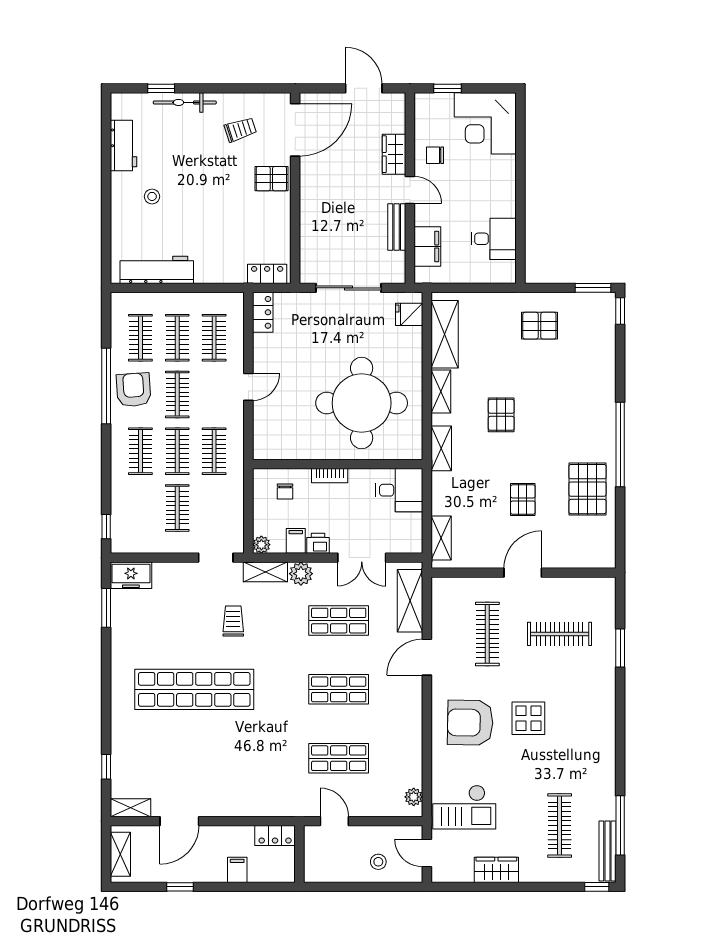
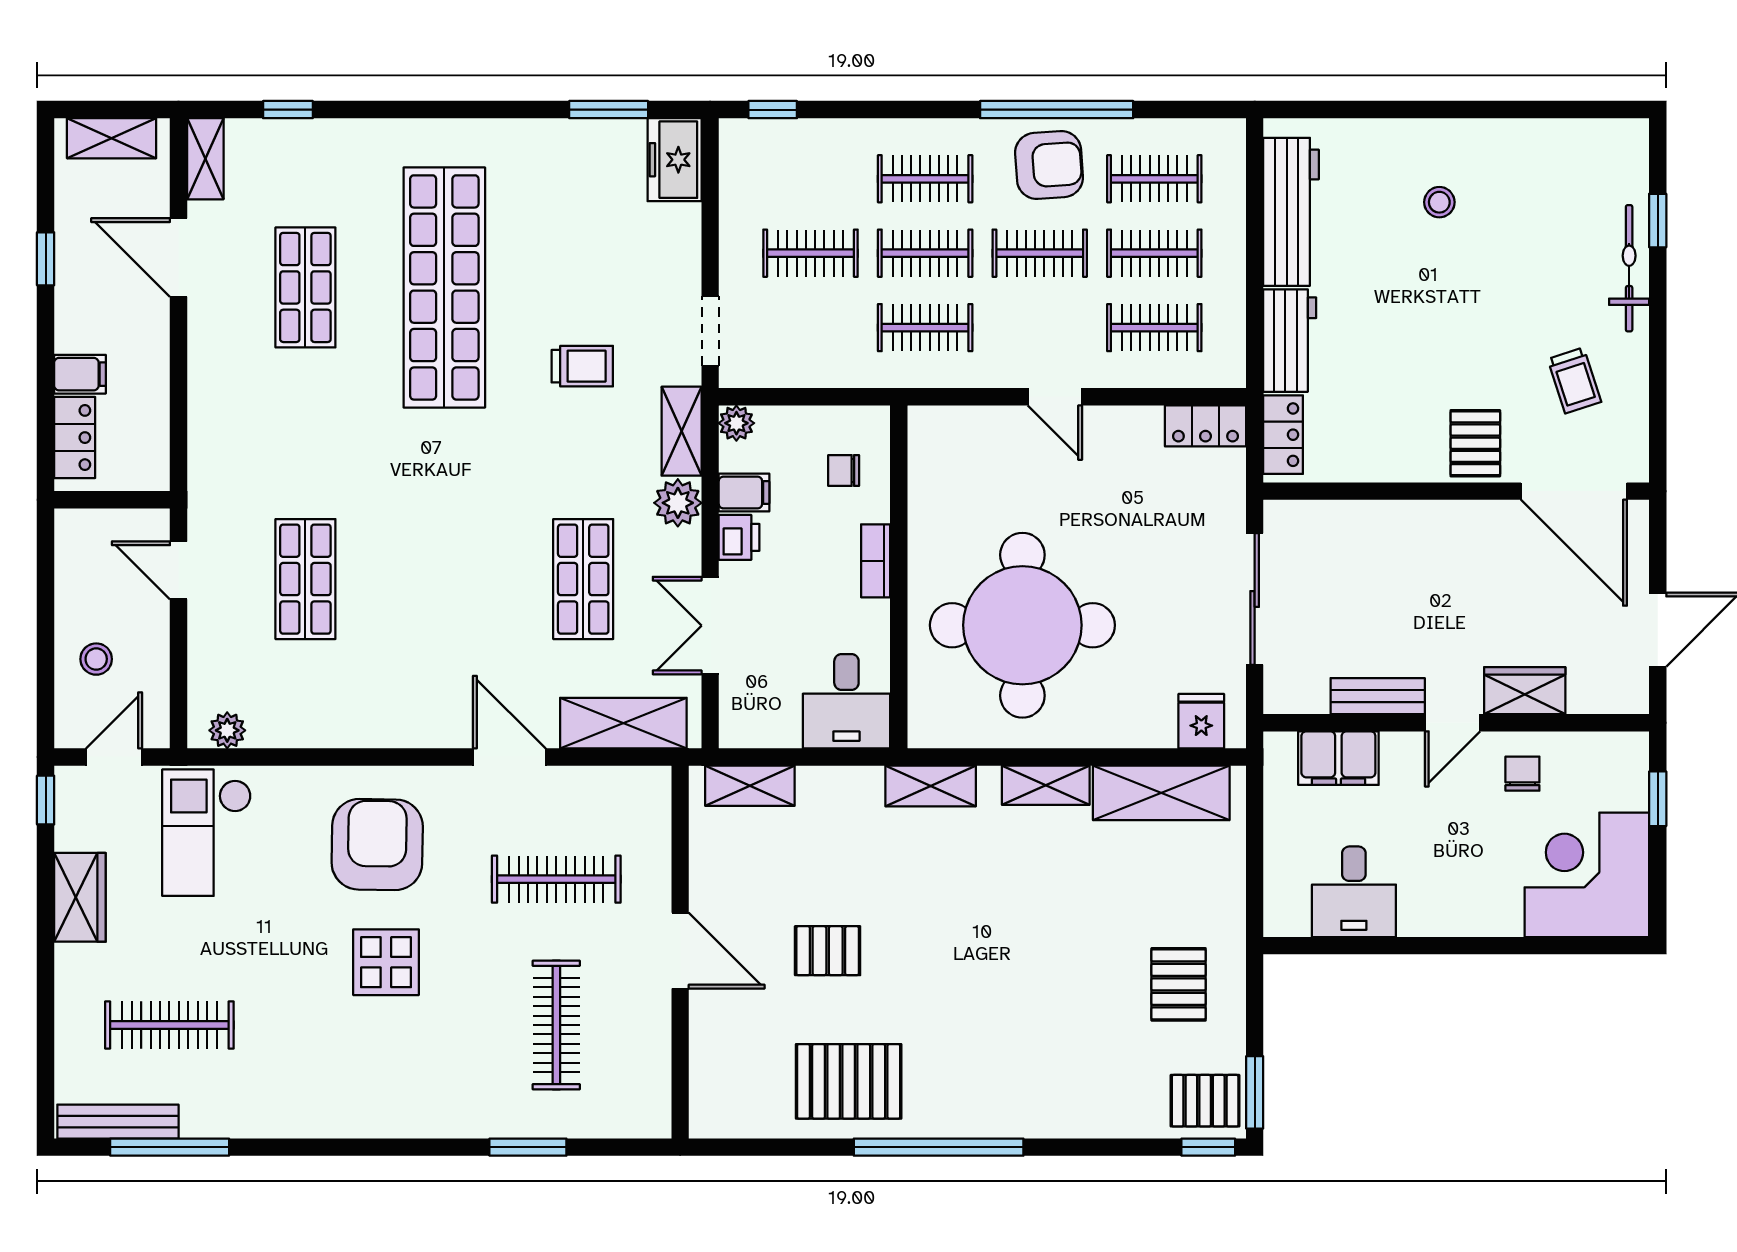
workbench: (123, 145) -> (1290, 341), moved, turned -90
pallet: (501, 415) -> (1205, 1101), moved
shop shelf: (339, 689) -> (305, 287), moved
door: (334, 821) -> (178, 570), swing flipped
locker: (275, 835) -> (75, 438), moved, turned 180
window: (597, 887) -> (46, 800), moved

